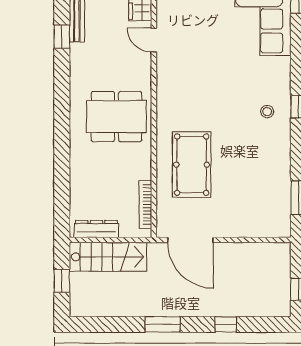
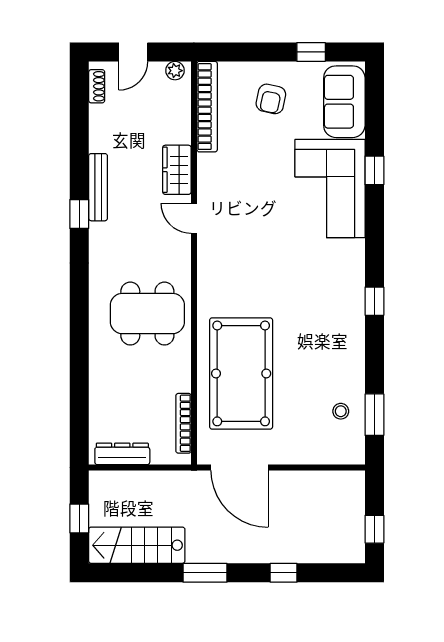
stool: (267, 112) -> (341, 411), moved
pool table: (192, 165) -> (241, 373), width x1.36, depth x1.32
stairs: (108, 257) -> (137, 545), moved, turned 180

